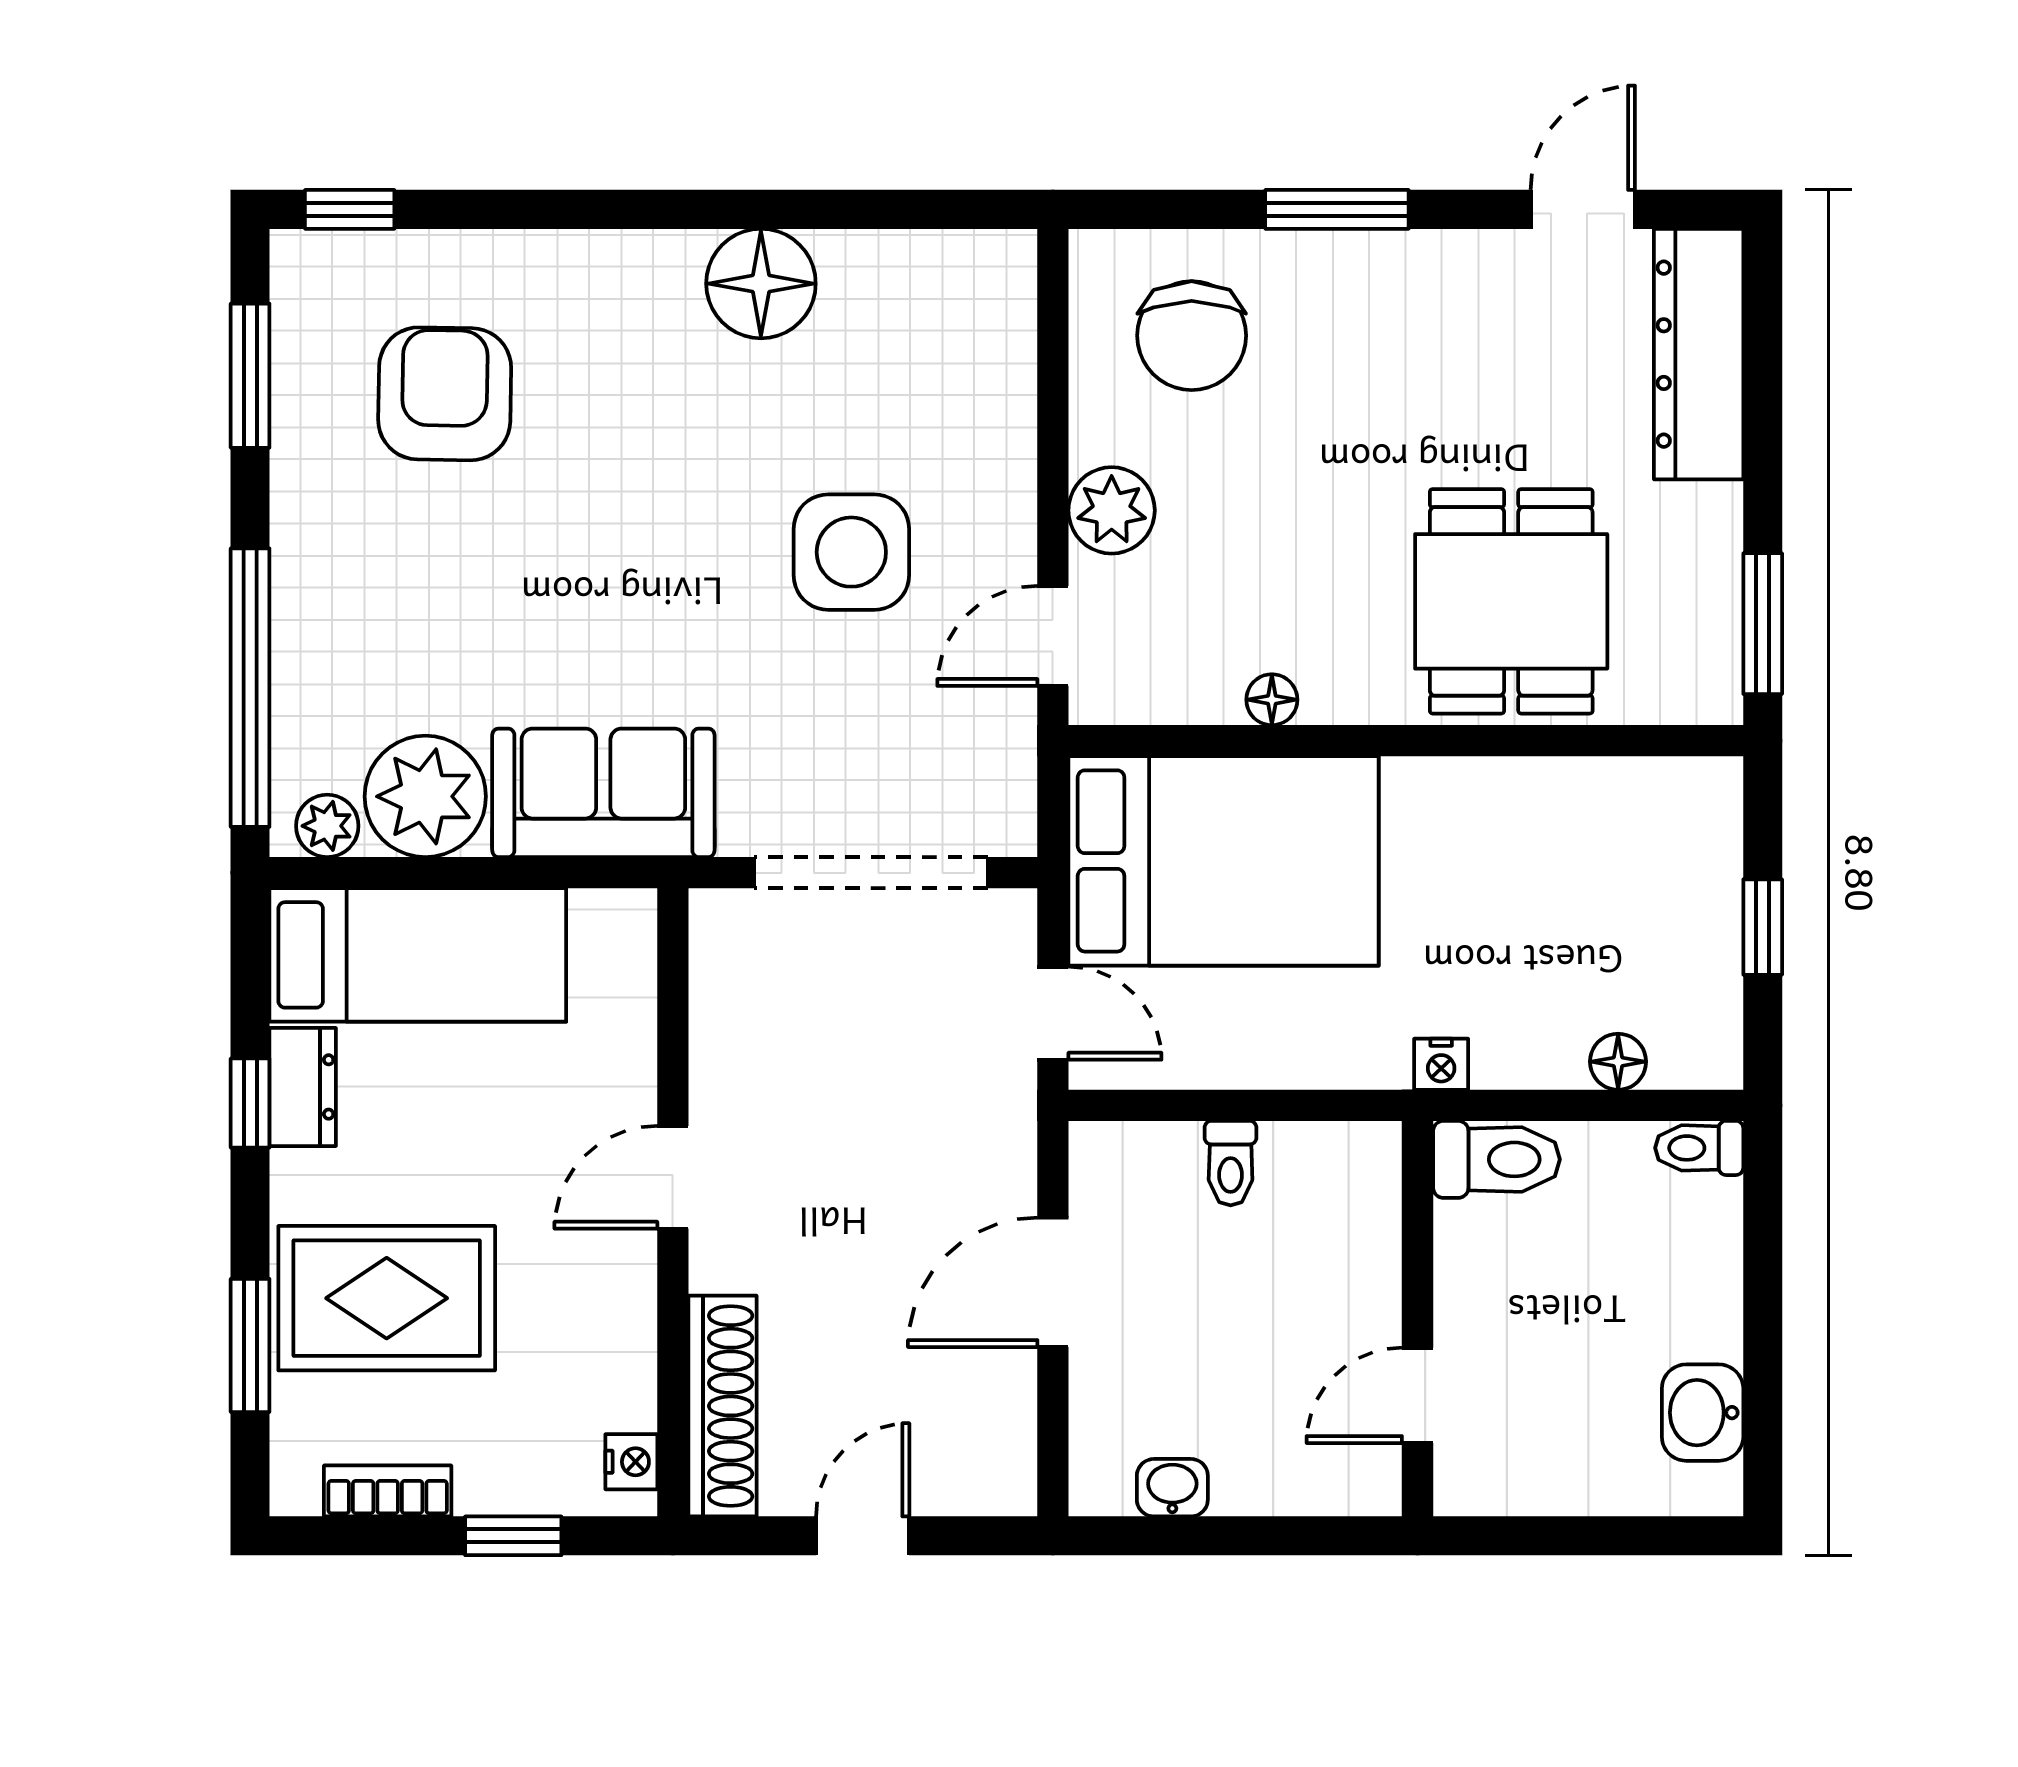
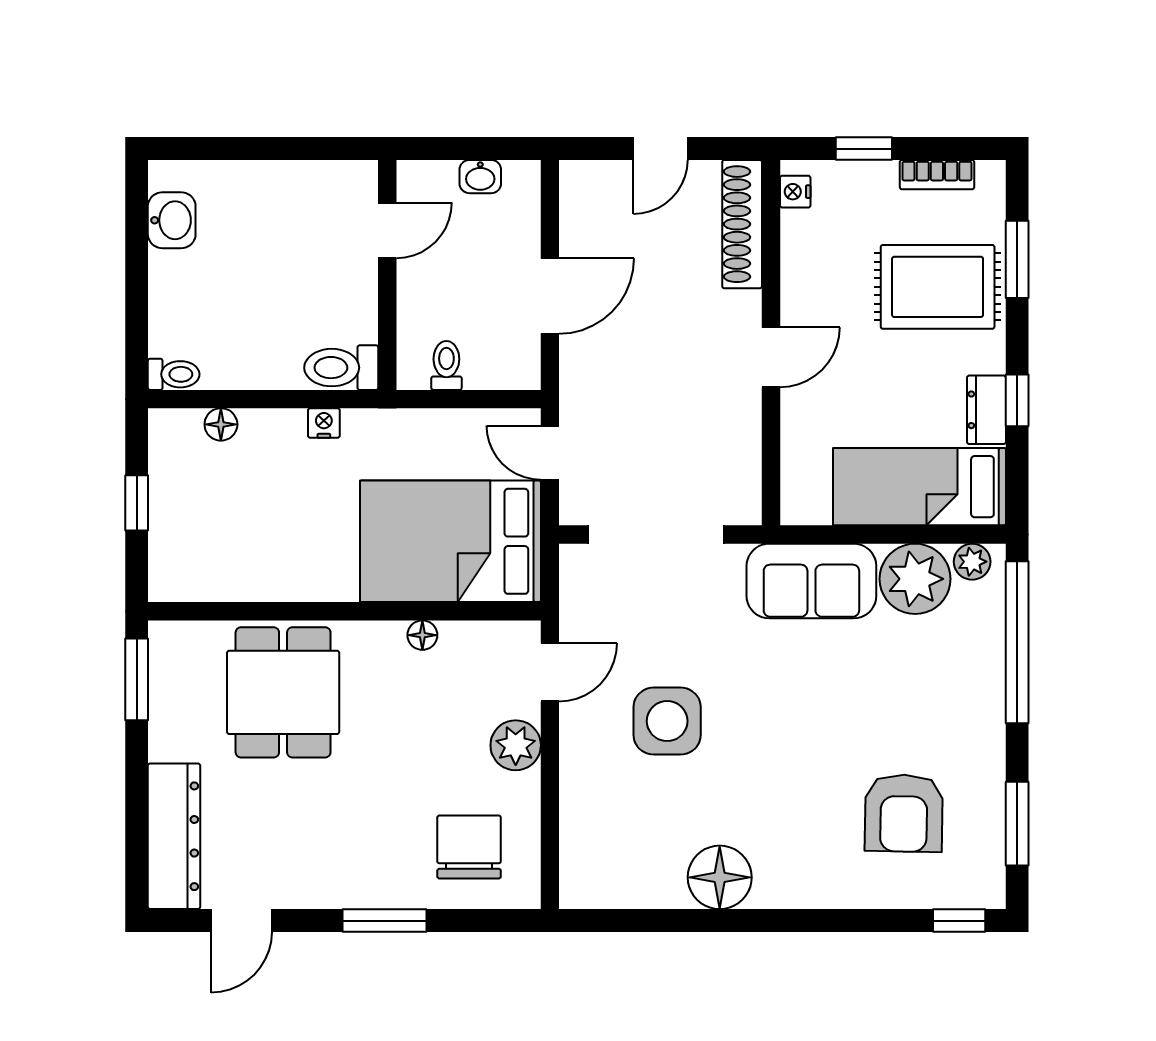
toilet: (1497, 1159) -> (341, 368), moved
wall: (1418, 1319) -> (387, 275), moved
door: (1418, 1395) -> (387, 230), moved

